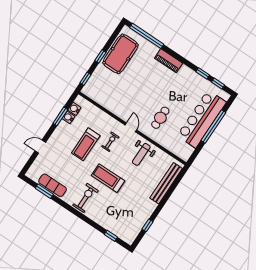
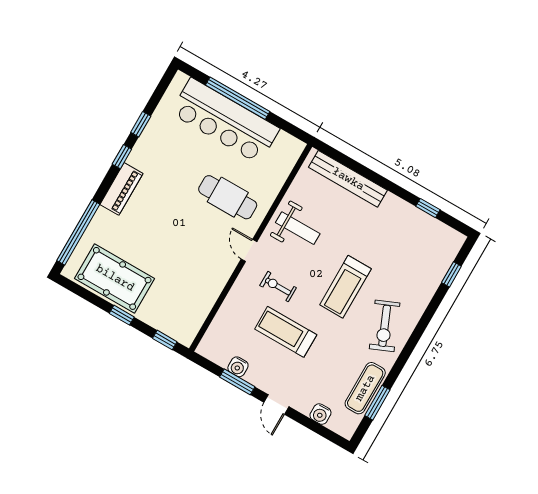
window: (218, 84) -> (122, 157), moved
water cooler: (74, 109) -> (320, 414), moved
cafe table: (160, 118) -> (228, 197), width x1.37, depth x1.35
door: (131, 127) -> (249, 250), hinge flipped
treadmill: (86, 144) -> (286, 332), turned 180
door: (40, 147) -> (276, 405), moved
exercise bike: (86, 198) -> (385, 326), turned -113

